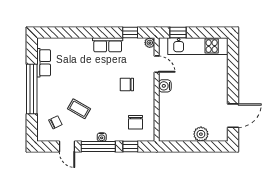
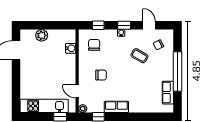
water cooler: (165, 86) -> (71, 48), moved
window: (98, 147) -> (124, 25), width x0.46

